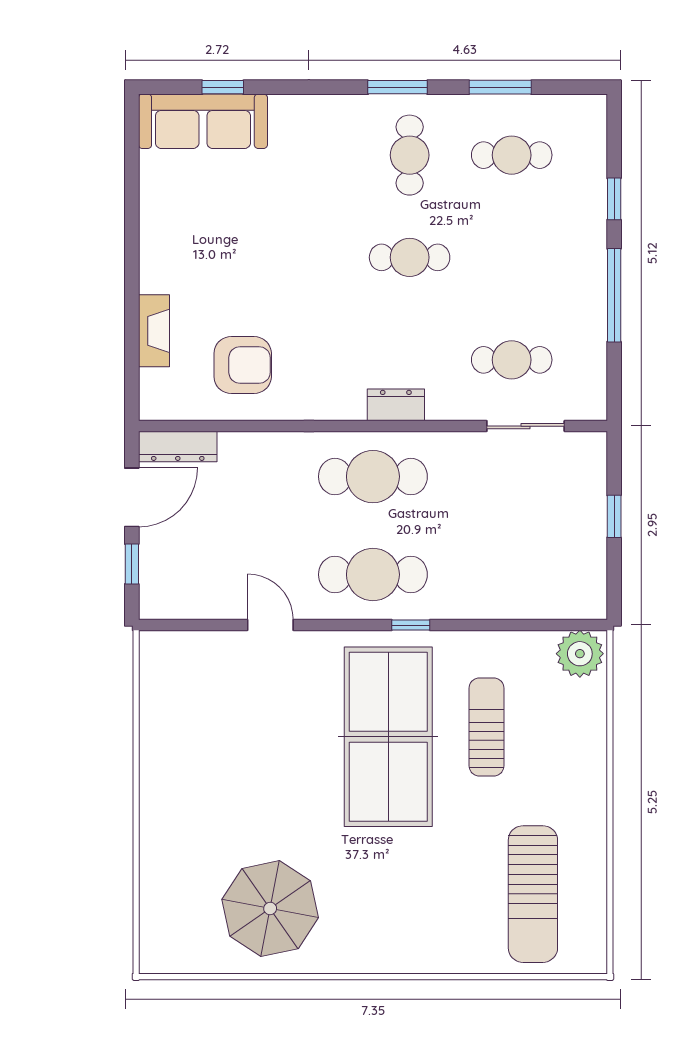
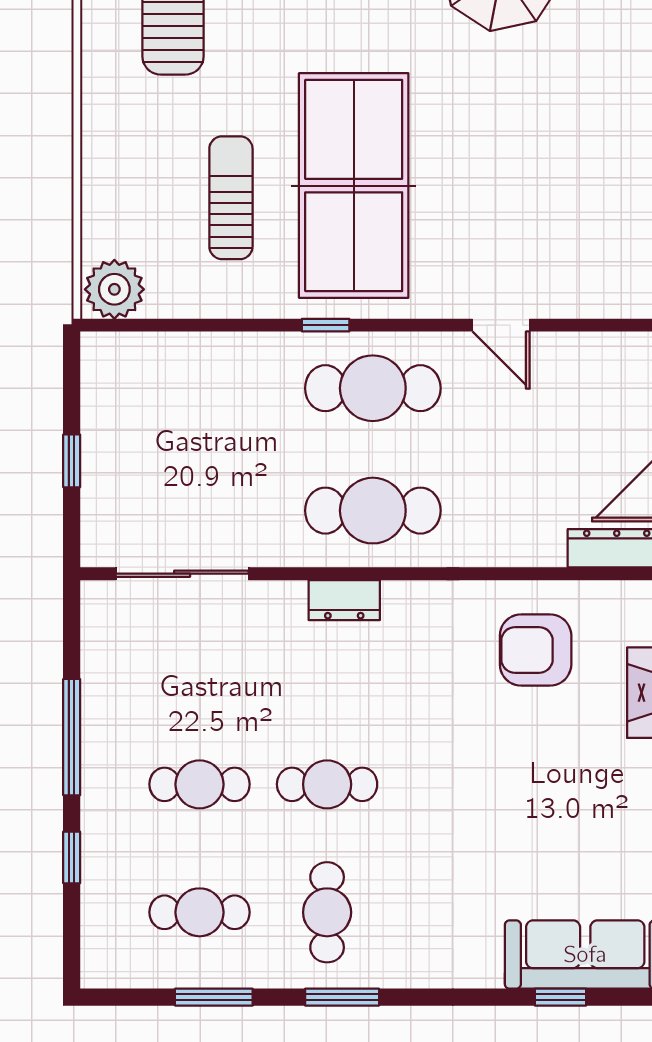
cafe table: (512, 360) -> (200, 784), moved
sliding door: (526, 426) -> (182, 574), width x1.37
sun lounger: (486, 727) -> (231, 198), turned 180

